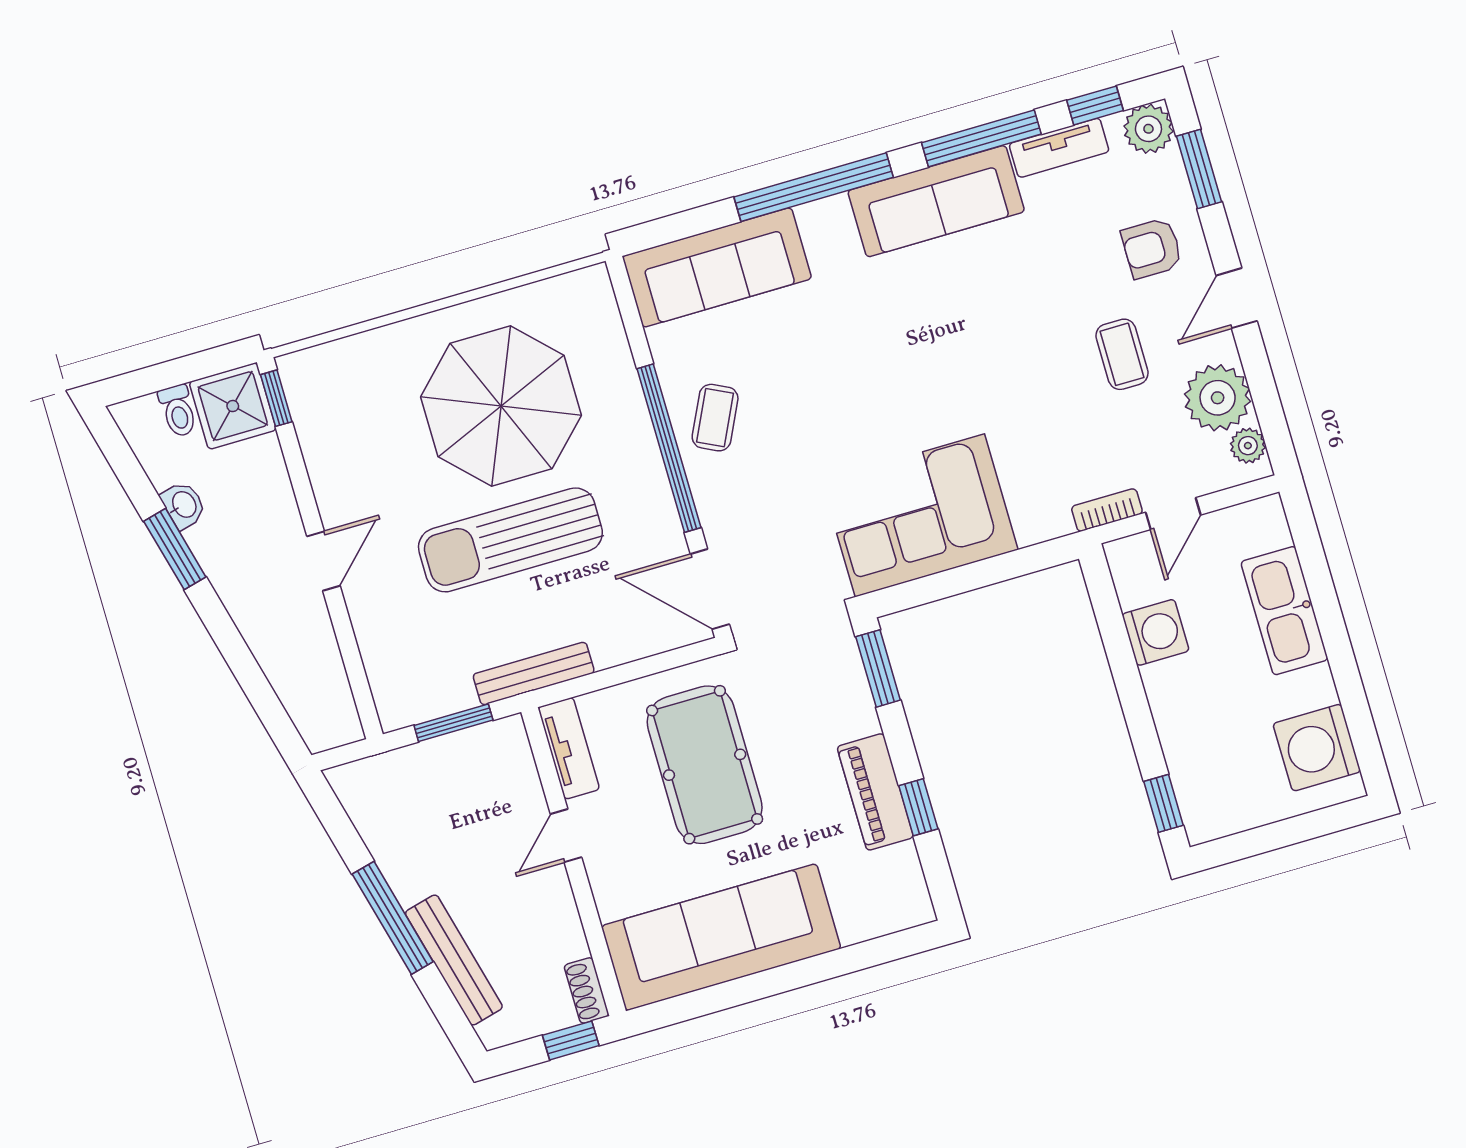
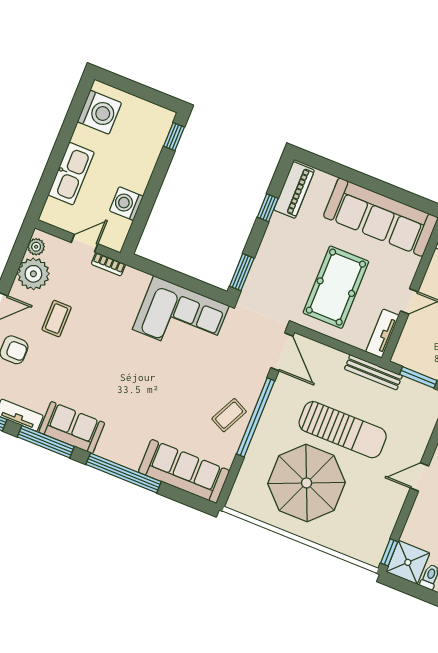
sofa: (936, 201) -> (72, 428), width x0.73
piano: (875, 792) -> (294, 190), moved

